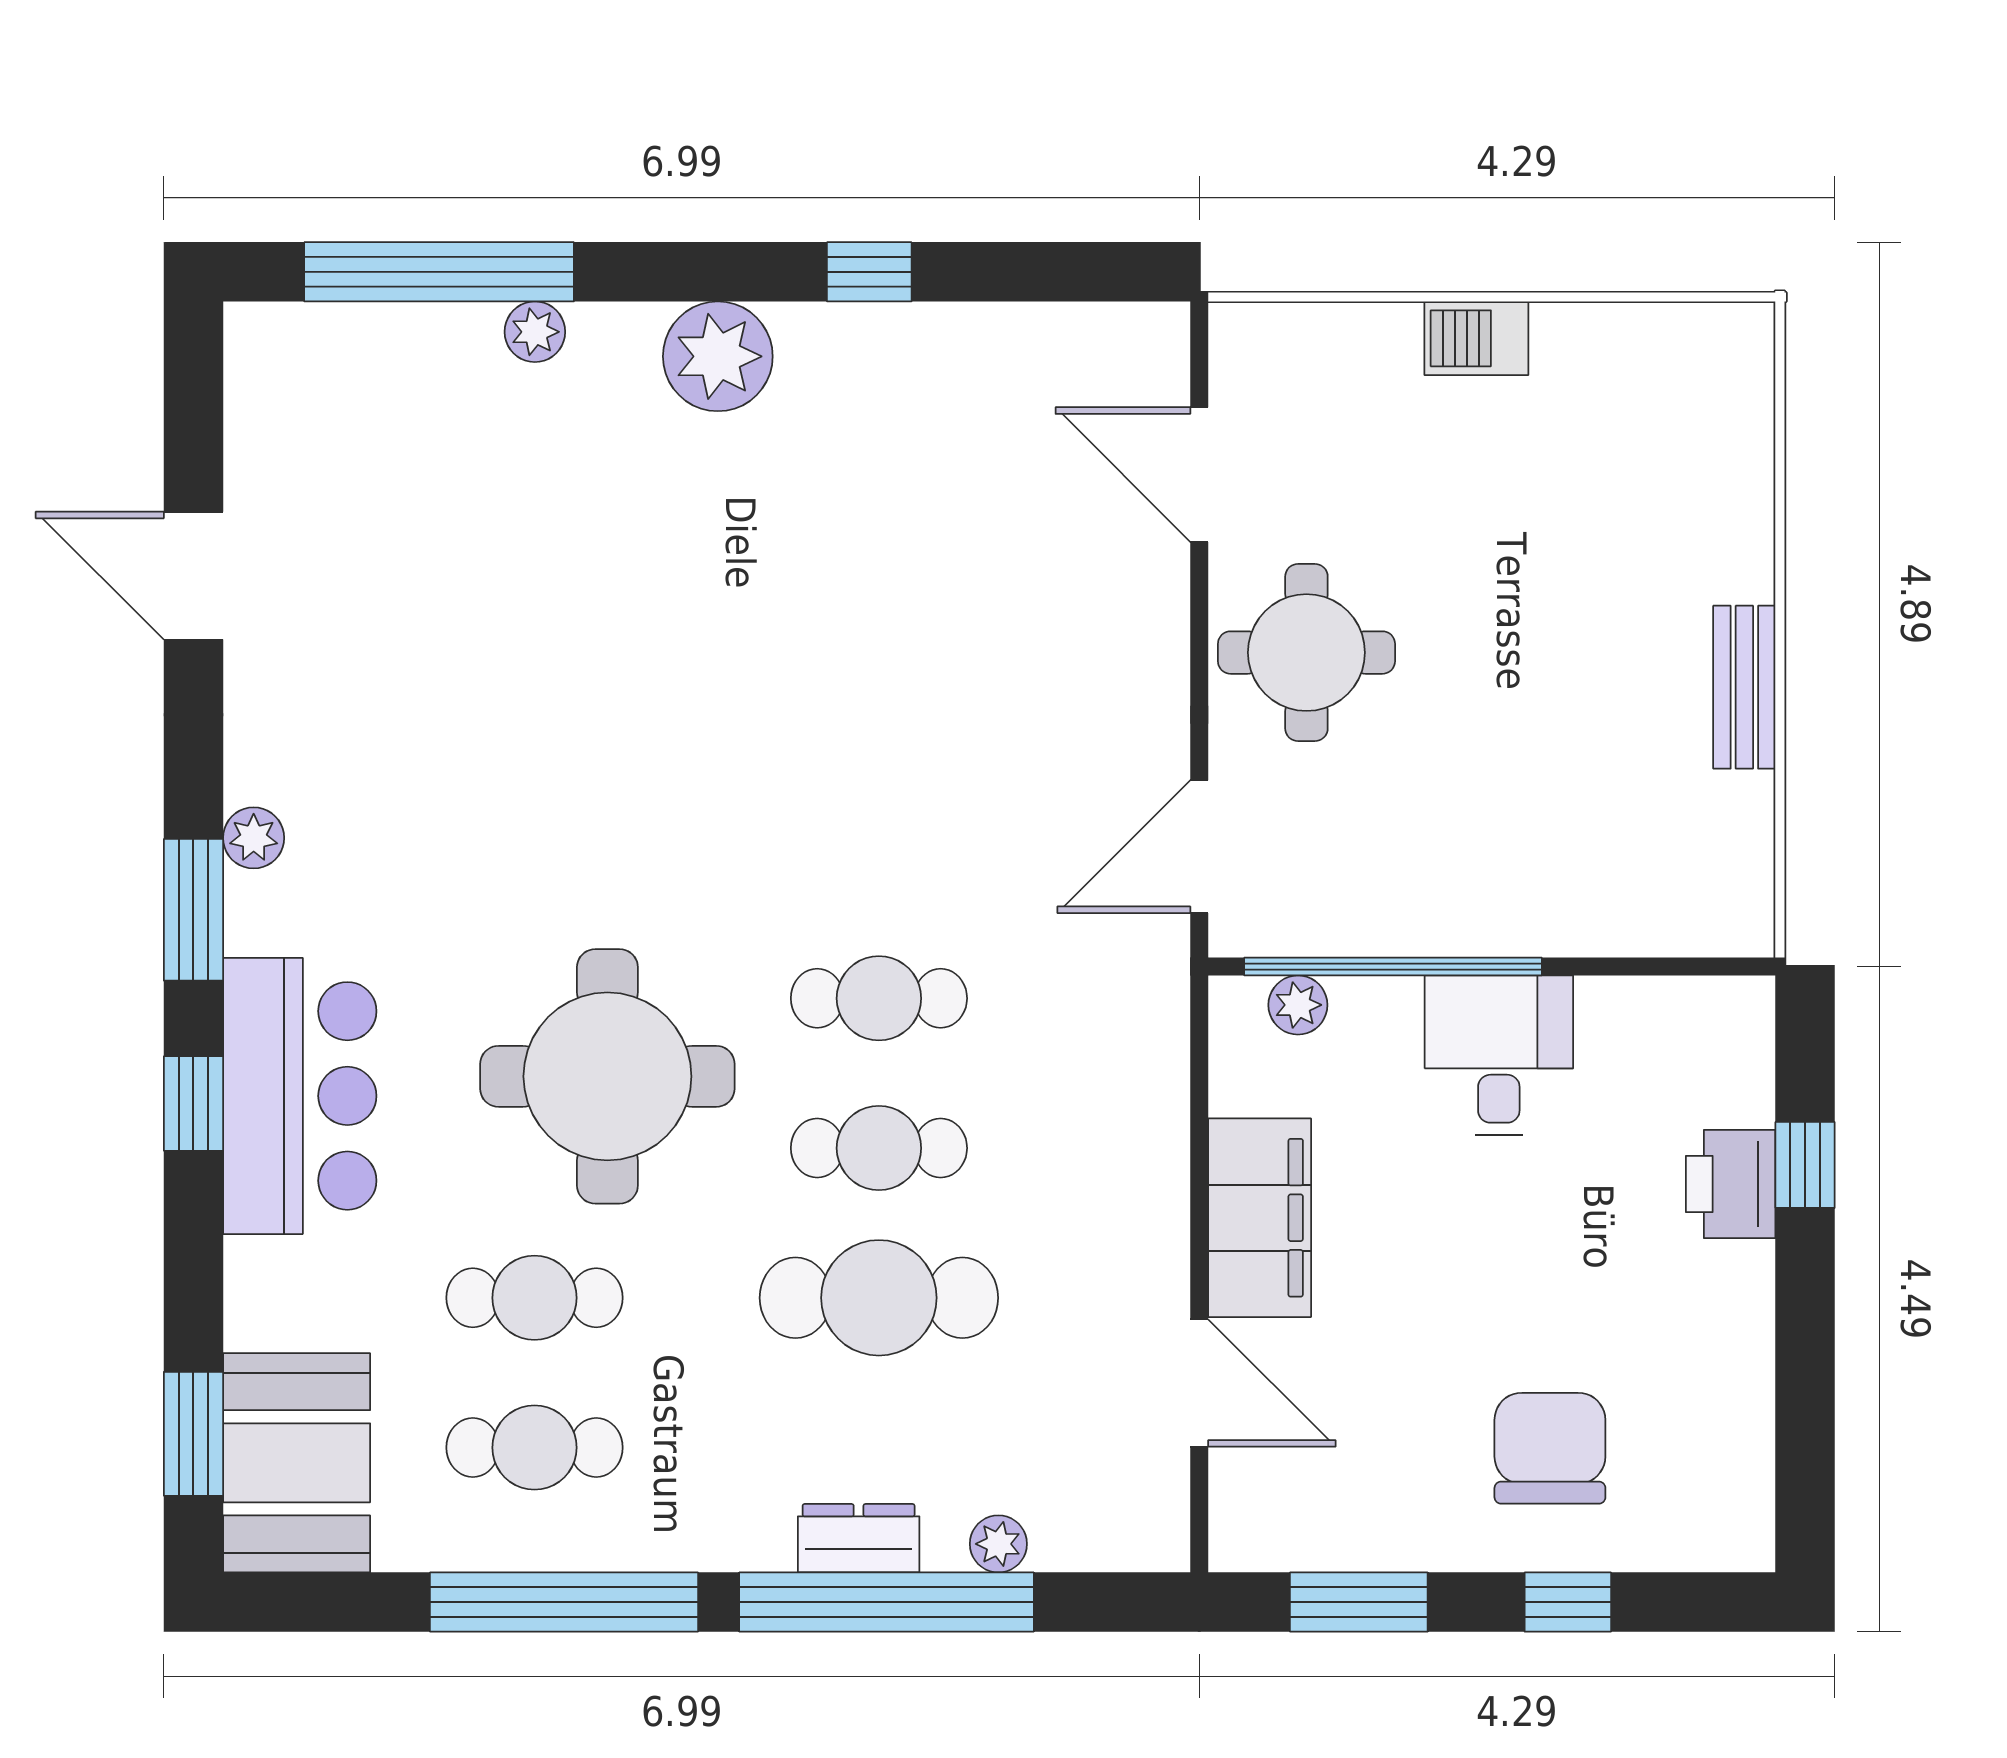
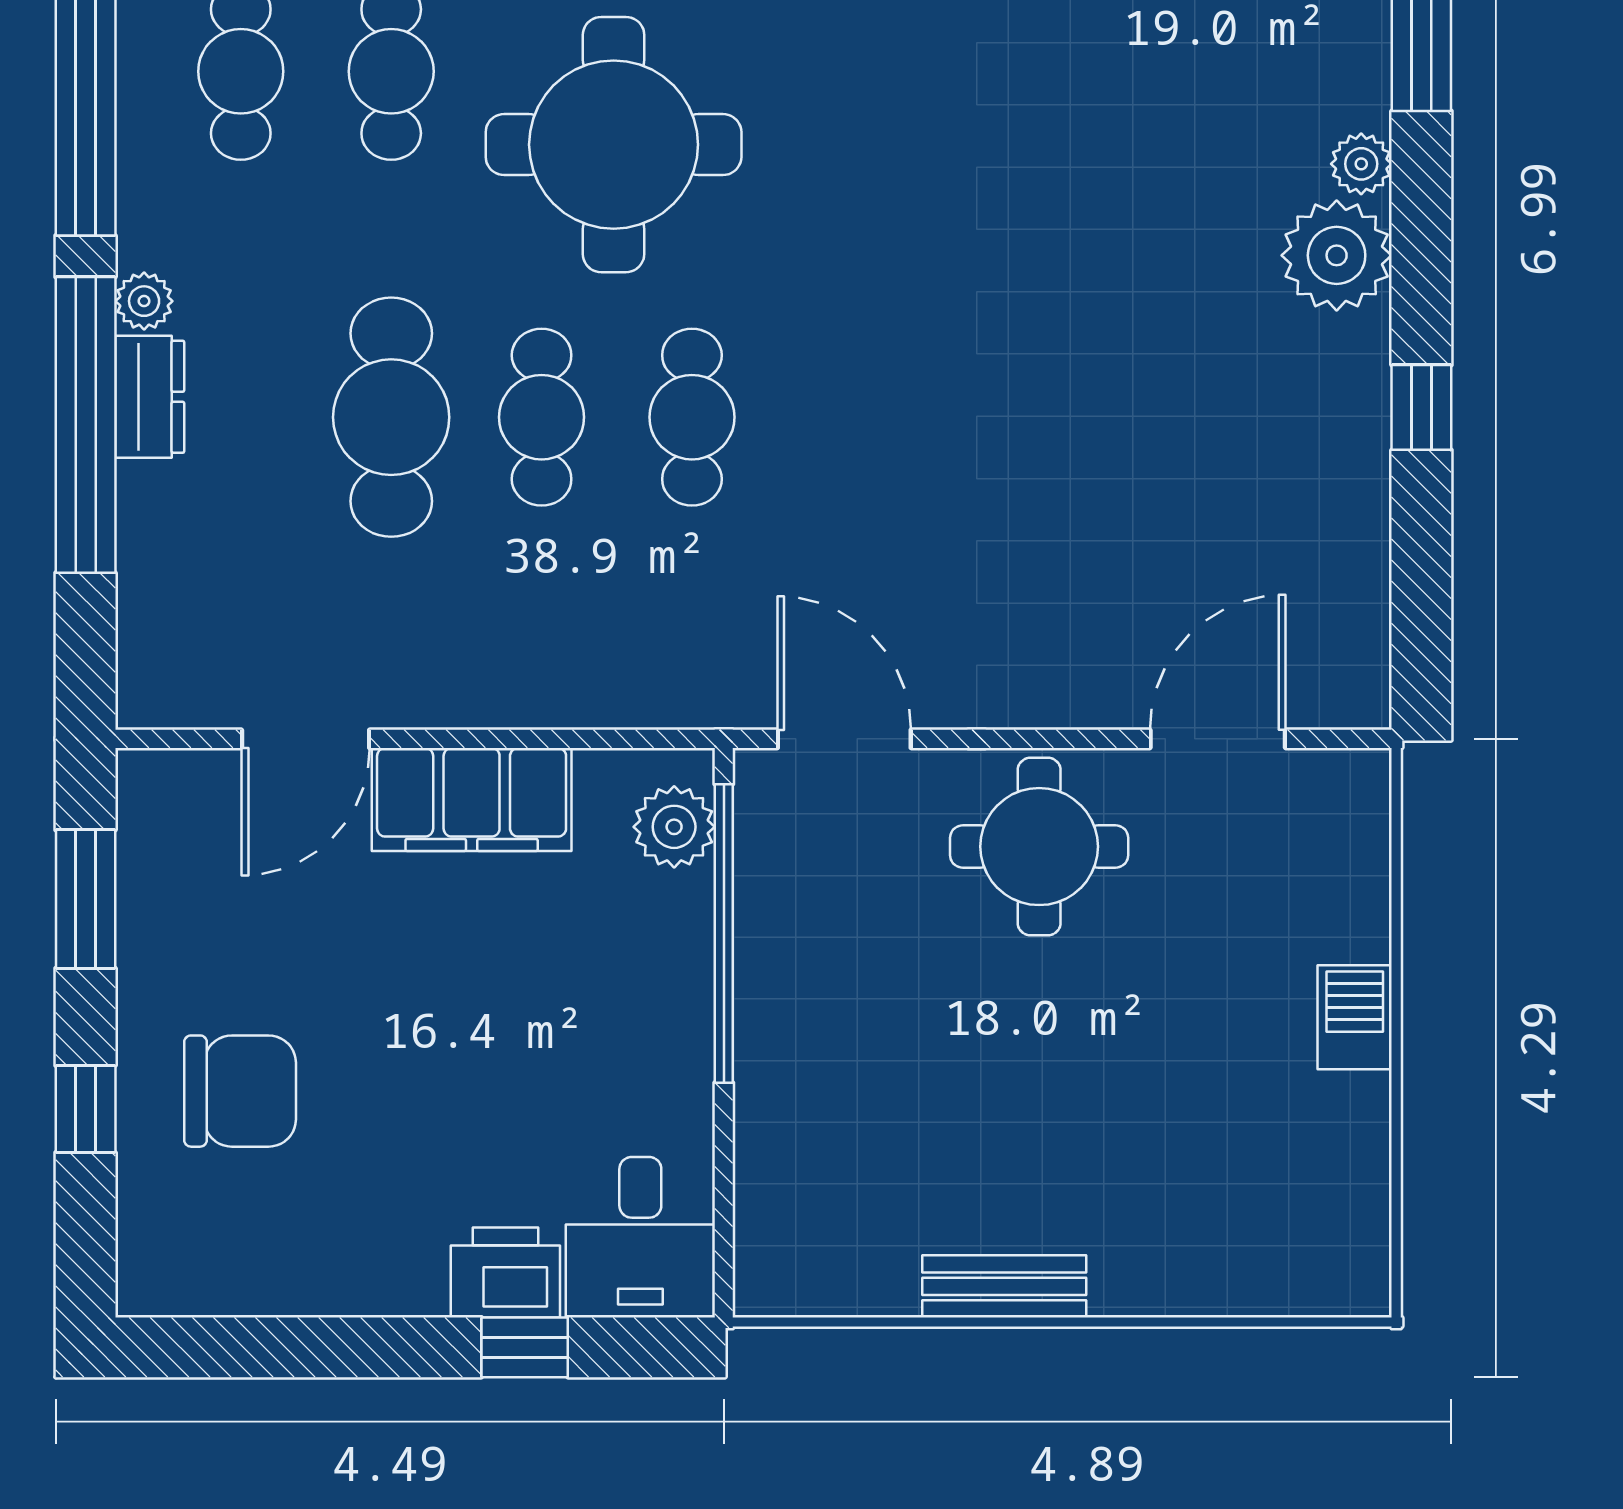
plant: (535, 332) -> (1361, 164), moved
plant: (1298, 1005) -> (674, 827), width x1.38, depth x1.38
desk: (1499, 1055) -> (640, 1237), moved, turned 90
plant: (998, 1544) -> (144, 301), moved

